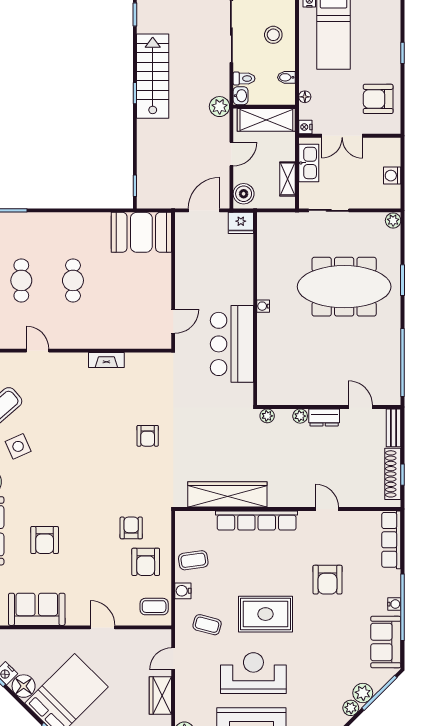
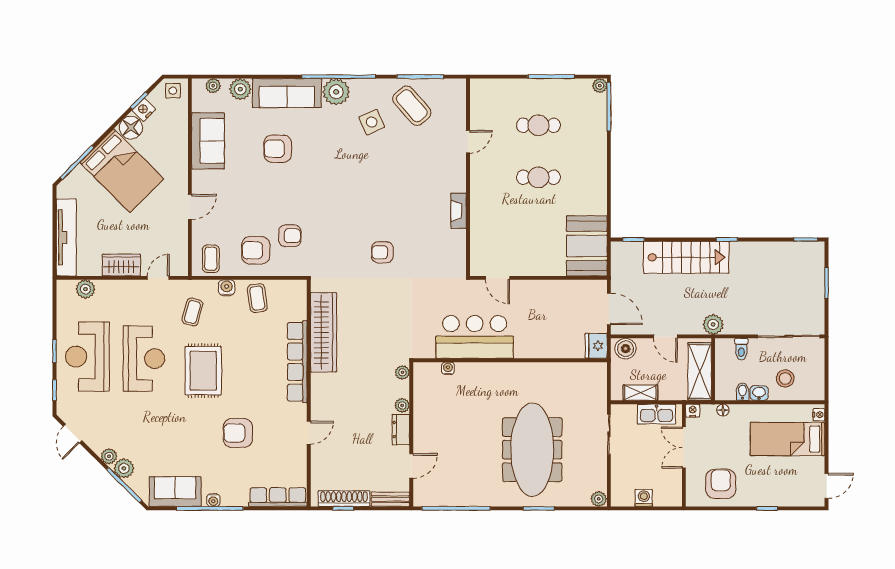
stairs: (153, 76) -> (686, 257), moved
washbasin: (241, 96) -> (759, 393), moved, turned 180
water cooler: (263, 306) -> (448, 368), moved
door: (173, 659) -> (158, 278), hinge flipped

